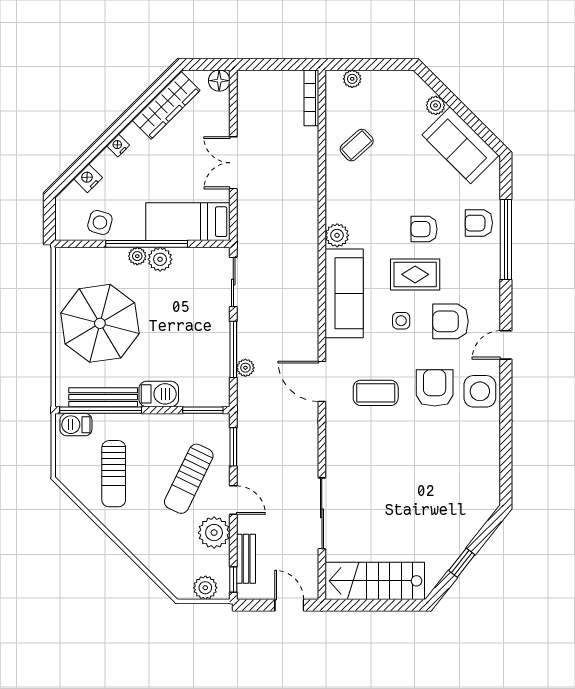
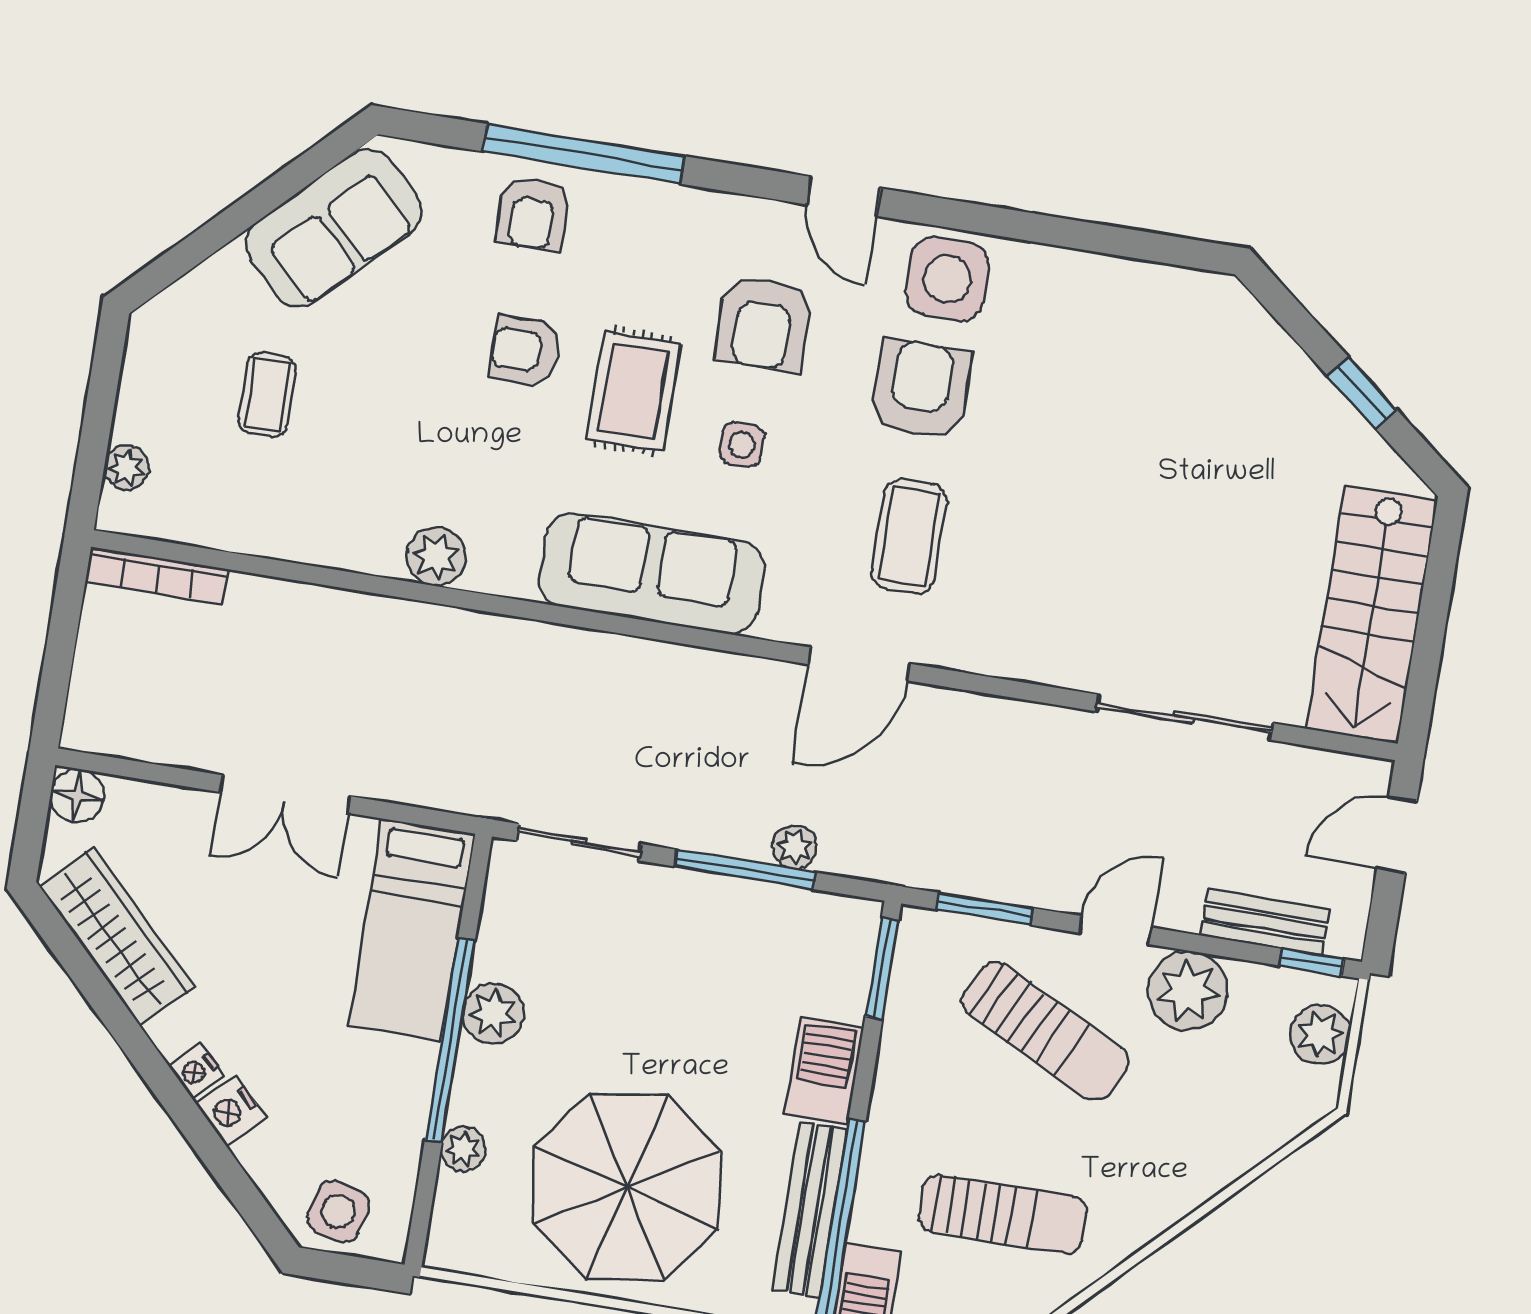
plant: (436, 105) -> (225, 273), removed
coffee table: (357, 145) -> (267, 395), moved, turned 42
nightstand: (88, 178) -> (231, 1110), moved
side table: (100, 222) -> (338, 1211), moved
armchair: (424, 229) -> (525, 351), turned 90
plant: (337, 235) -> (436, 557), moved
plant: (137, 256) -> (463, 1149), moved
armchair: (435, 388) -> (921, 389), turned 90

